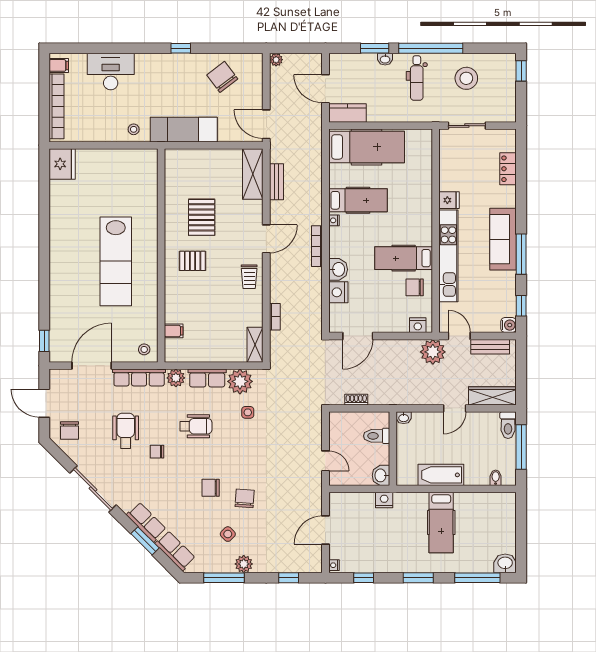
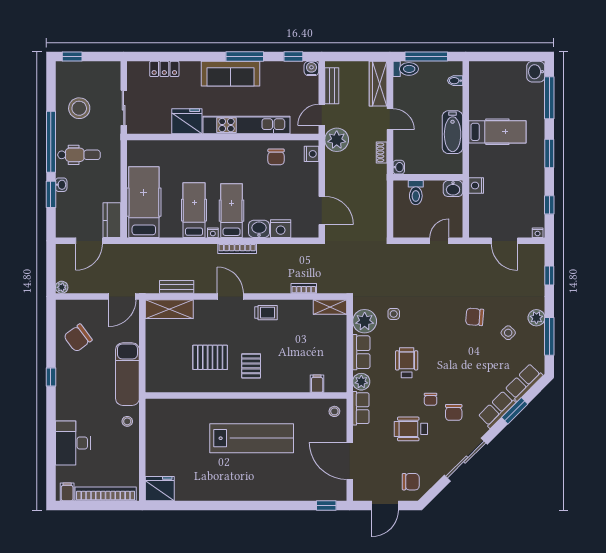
fridge: (449, 200) -> (187, 121), width x1.88, depth x1.34
hospital bed: (404, 258) -> (232, 211), moved, turned 180
row of seats: (139, 377) -> (361, 408), width x0.68
shoe rack: (356, 400) -> (382, 152), moved
chair: (211, 488) -> (454, 412), moved

